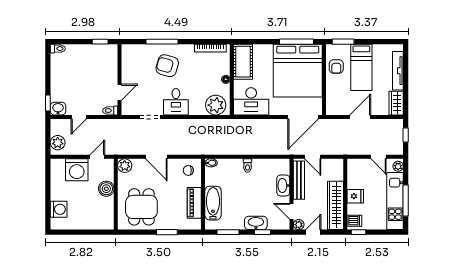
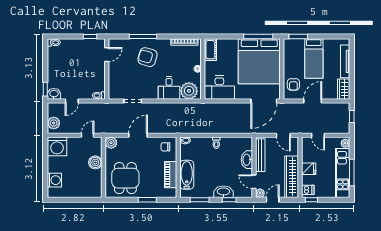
cot: (243, 62) -> (210, 50), width x0.73, depth x0.75
armchair: (336, 67) -> (293, 84), moved
door: (120, 92) -> (107, 55), moved
desk: (176, 102) -> (169, 88), moved
door: (156, 157) -> (138, 135), swing flipped
door: (313, 157) -> (283, 135), moved
door: (379, 157) -> (318, 135), moved
washing machine: (77, 170) -> (57, 146), moved

